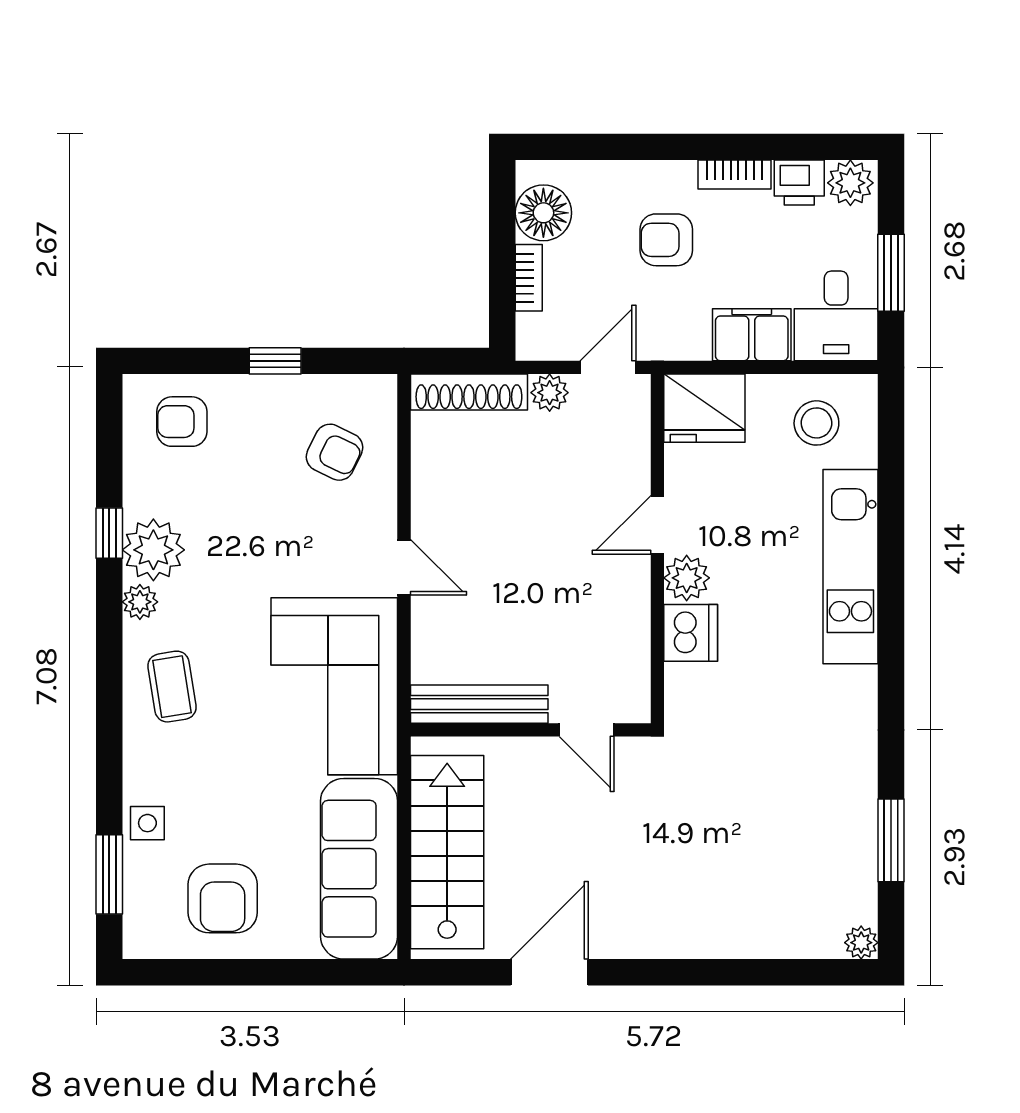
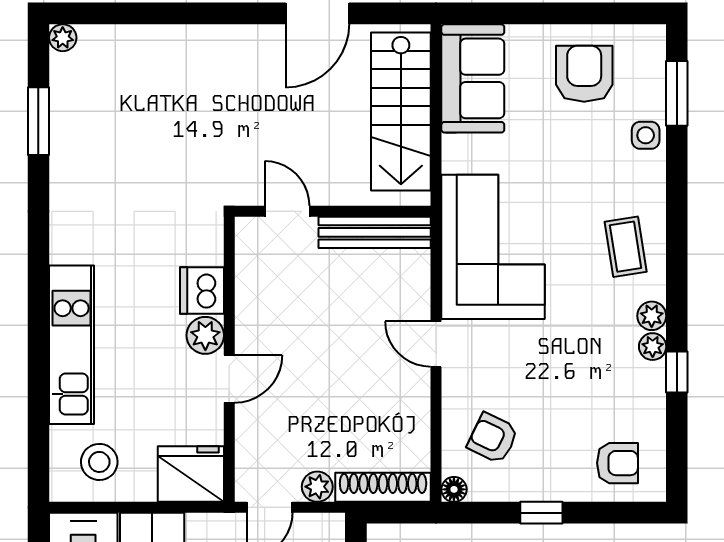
floor lamp: (382, 389) -> (454, 489), added
plant: (153, 550) -> (653, 347), width x0.53, depth x0.53
sofa: (359, 869) -> (473, 78), width x0.73

